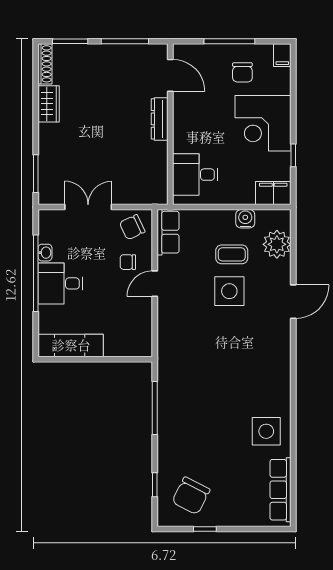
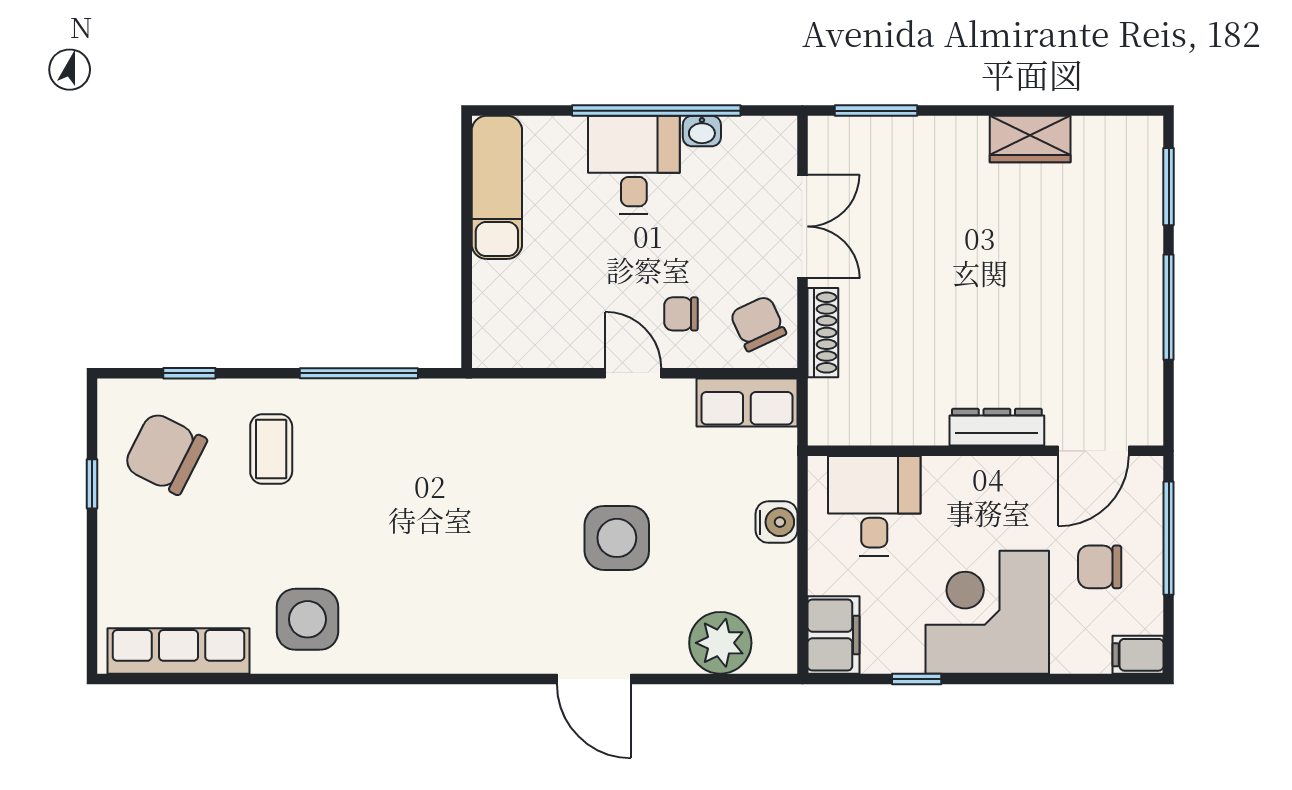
shoe rack: (45, 64) -> (823, 333), moved, turned -90
door: (170, 75) -> (1093, 451), moved
dresser: (160, 119) -> (997, 427), moved
wall: (170, 124) -> (986, 451), moved
desk: (195, 175) -> (874, 506), moved
water cooler: (245, 219) -> (777, 522), moved
coffee table: (232, 254) -> (271, 449), moved
chair: (128, 262) -> (681, 314), turned -90

